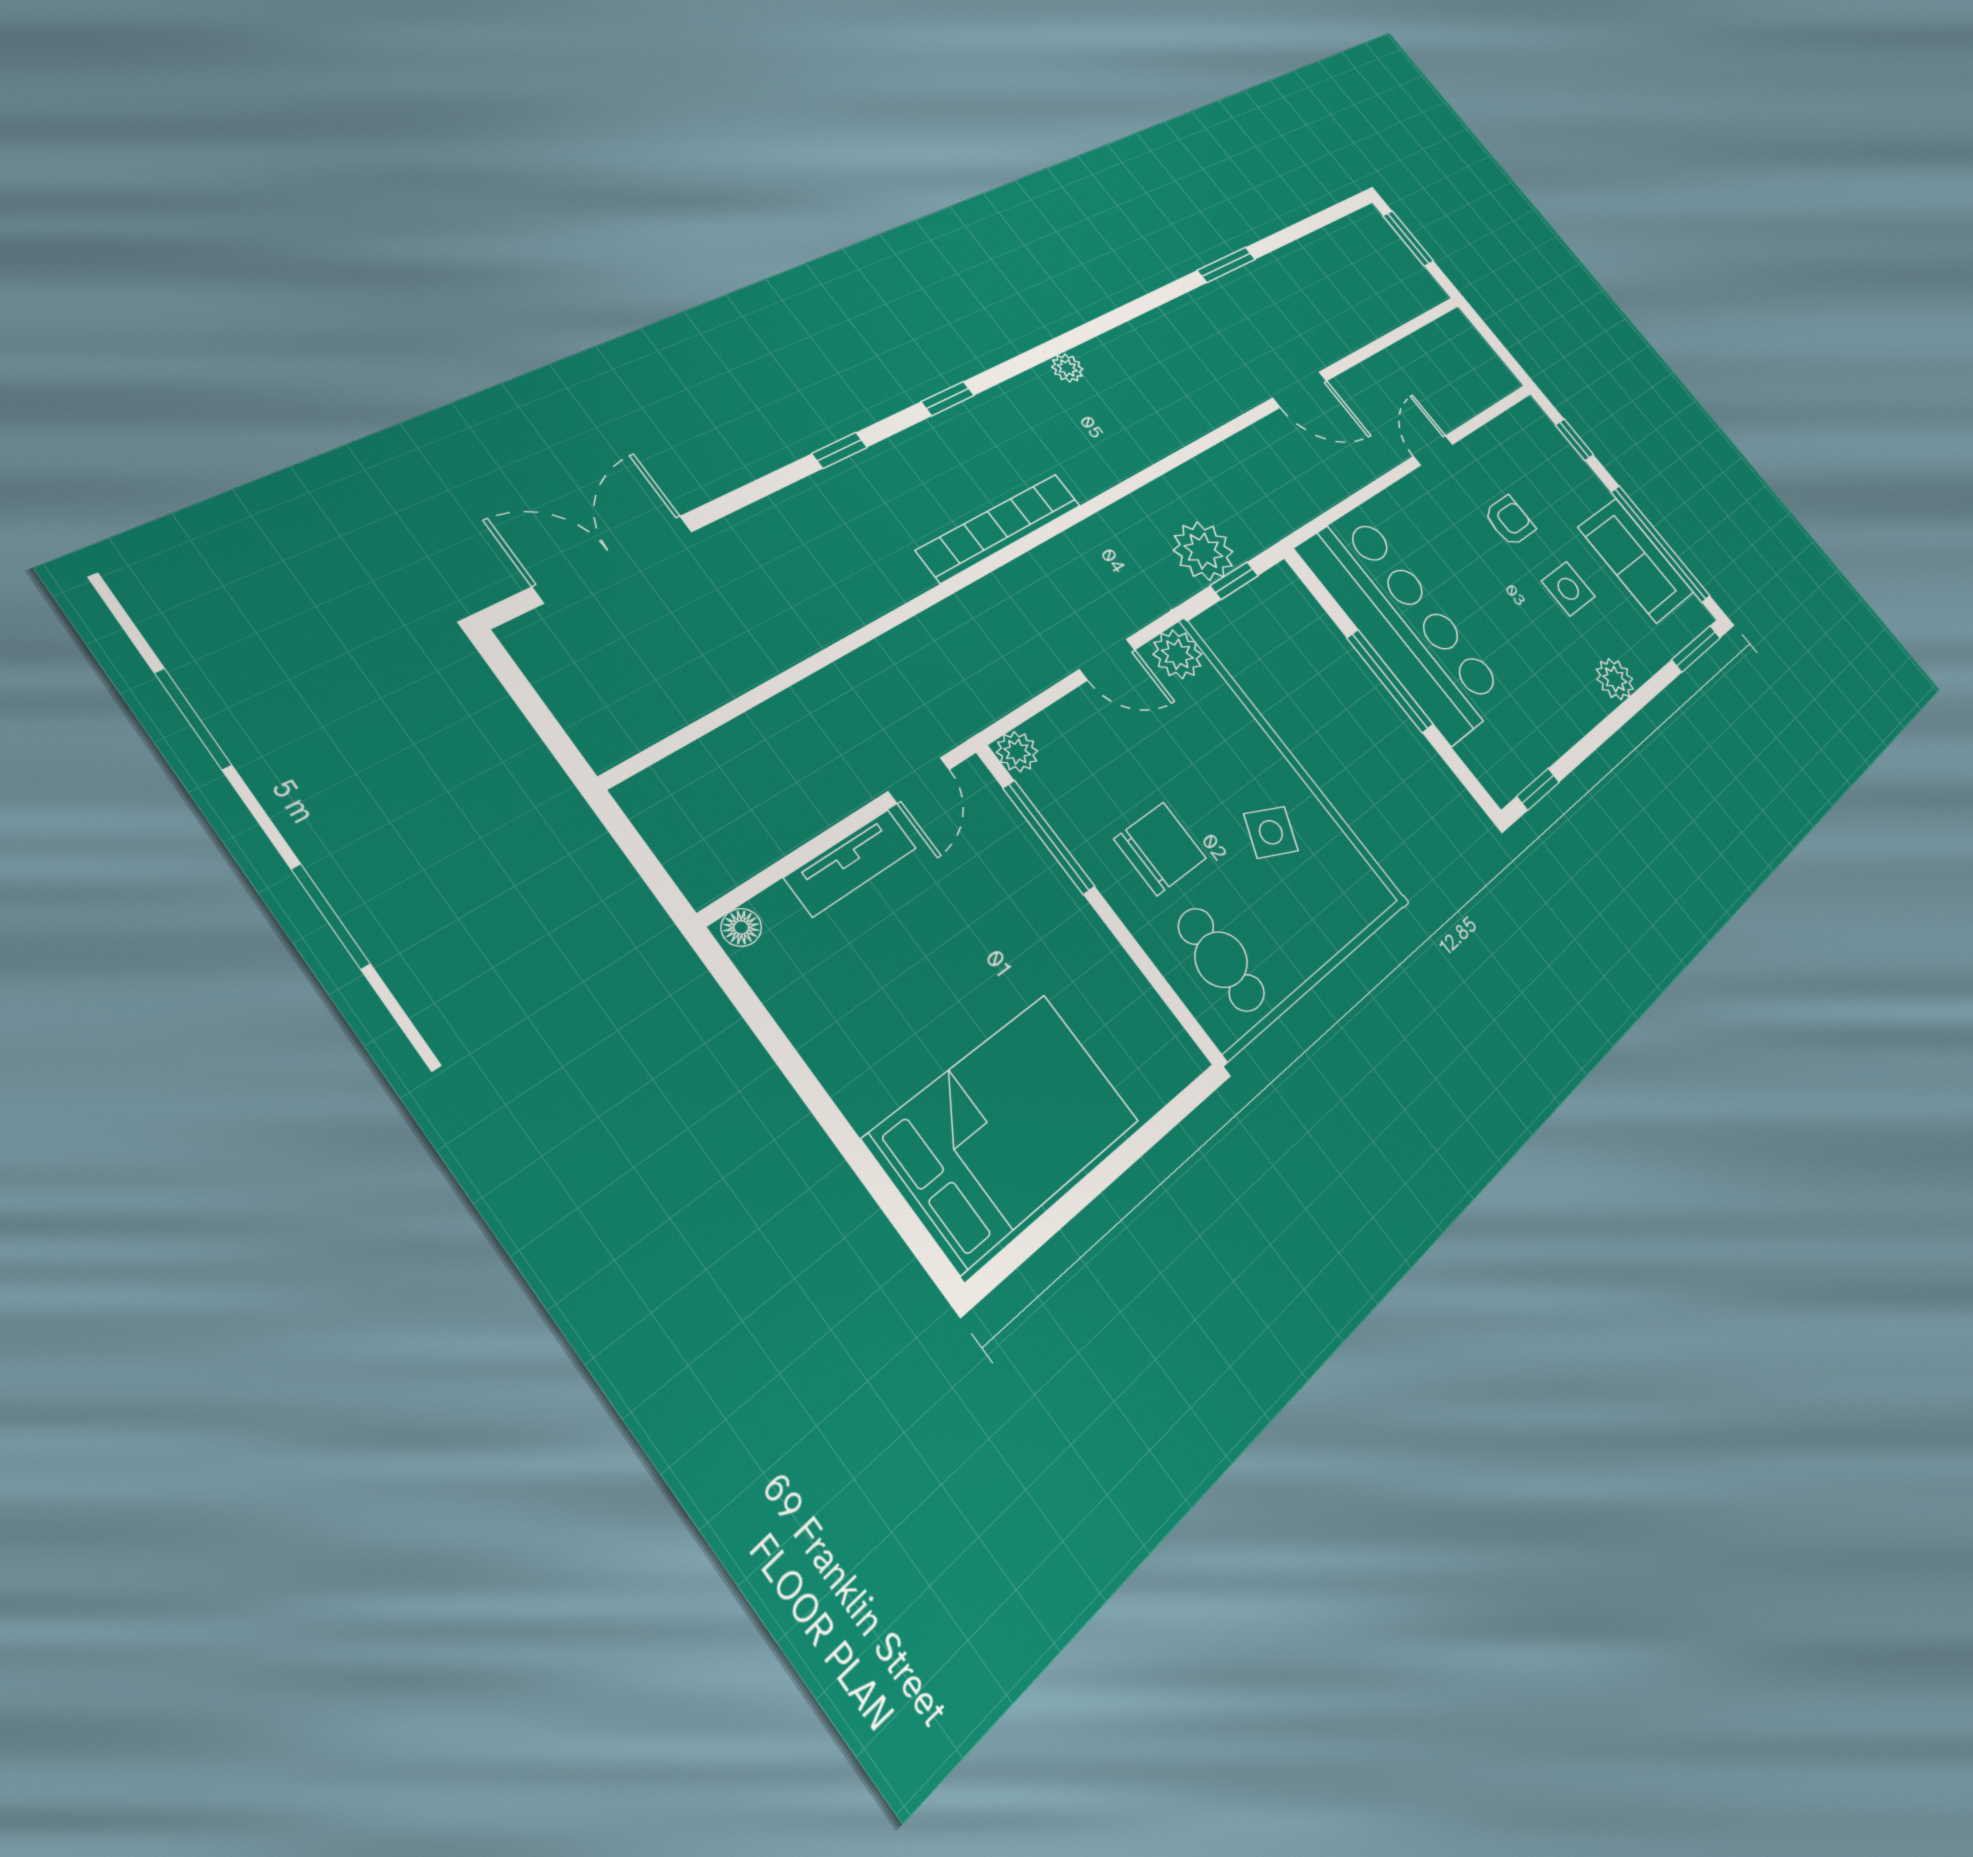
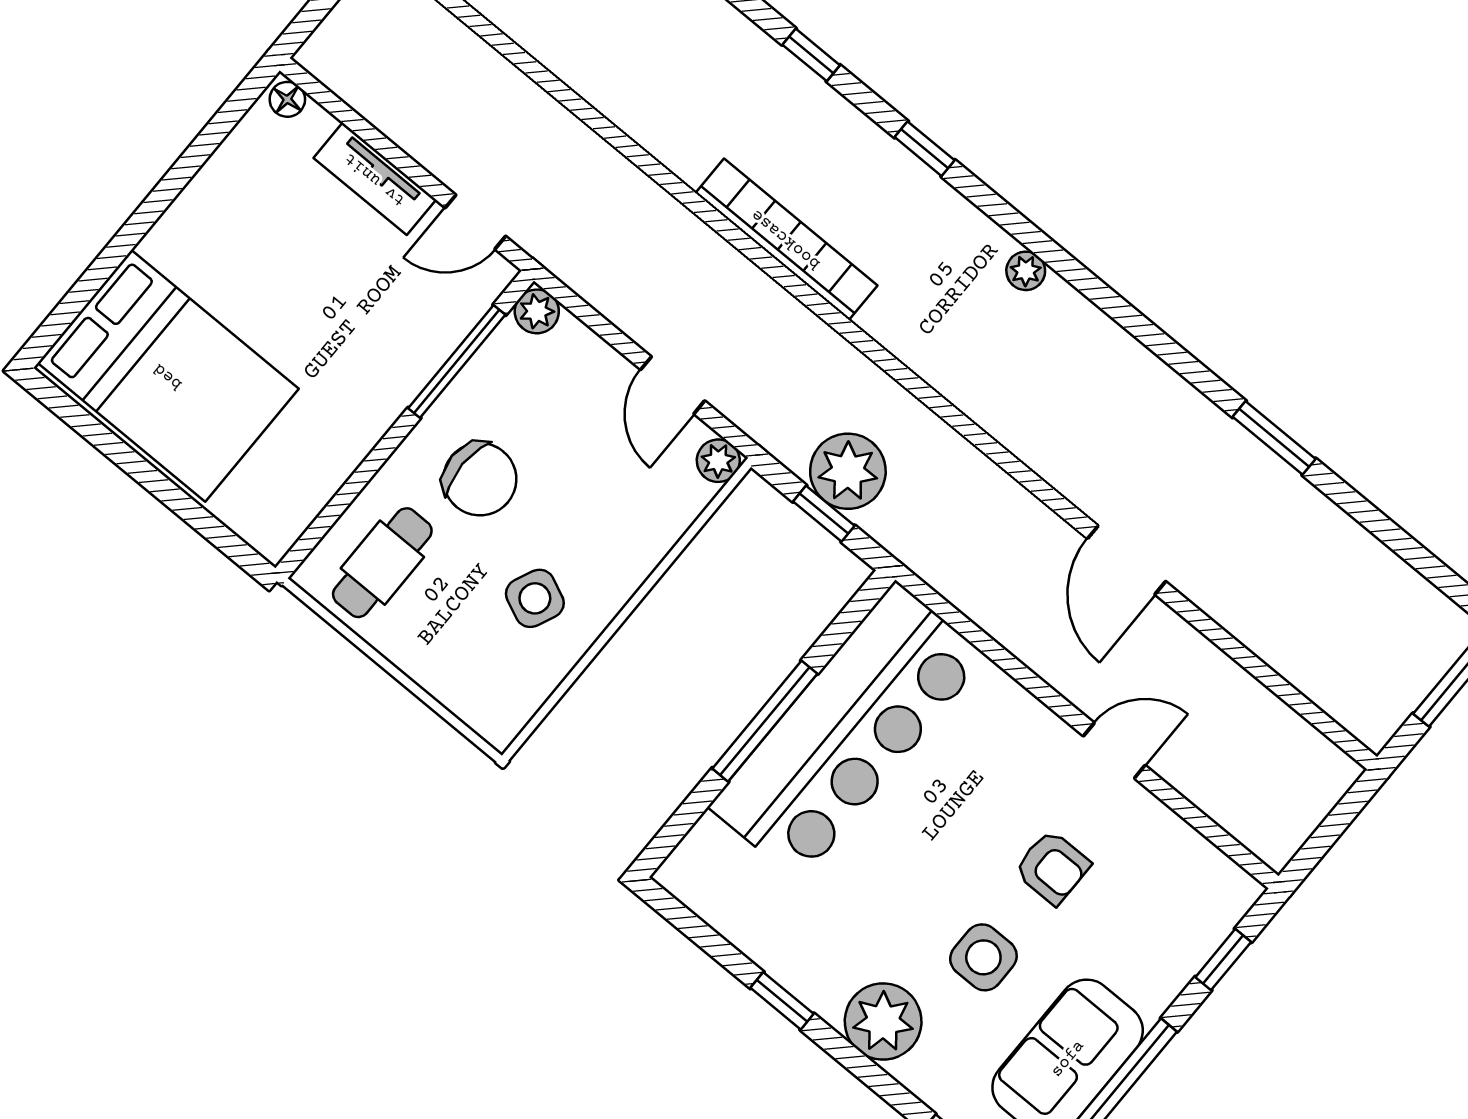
plant: (1177, 654) -> (718, 461), width x0.73, depth x0.73
plant: (1615, 679) -> (883, 1021), width x1.36, depth x1.36
window: (1538, 789) -> (782, 1001), moved

